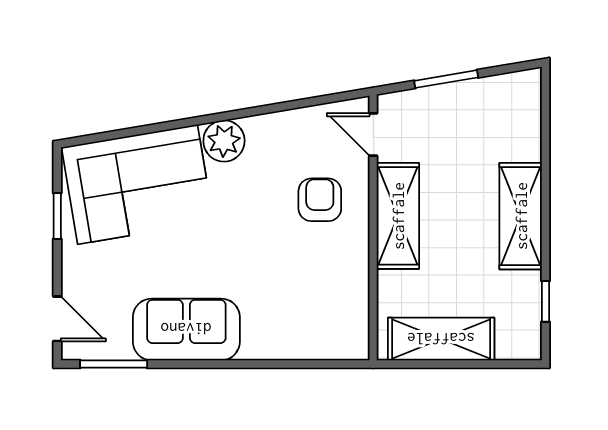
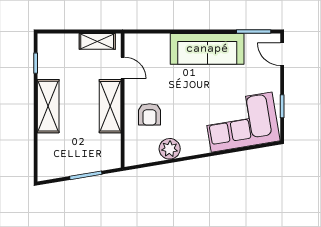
door: (373, 135) -> (123, 68), moved
plant: (224, 141) -> (170, 149), moved
sofa: (186, 329) -> (207, 49), width x1.36
shelving: (441, 339) -> (97, 41), width x0.67, depth x0.75

